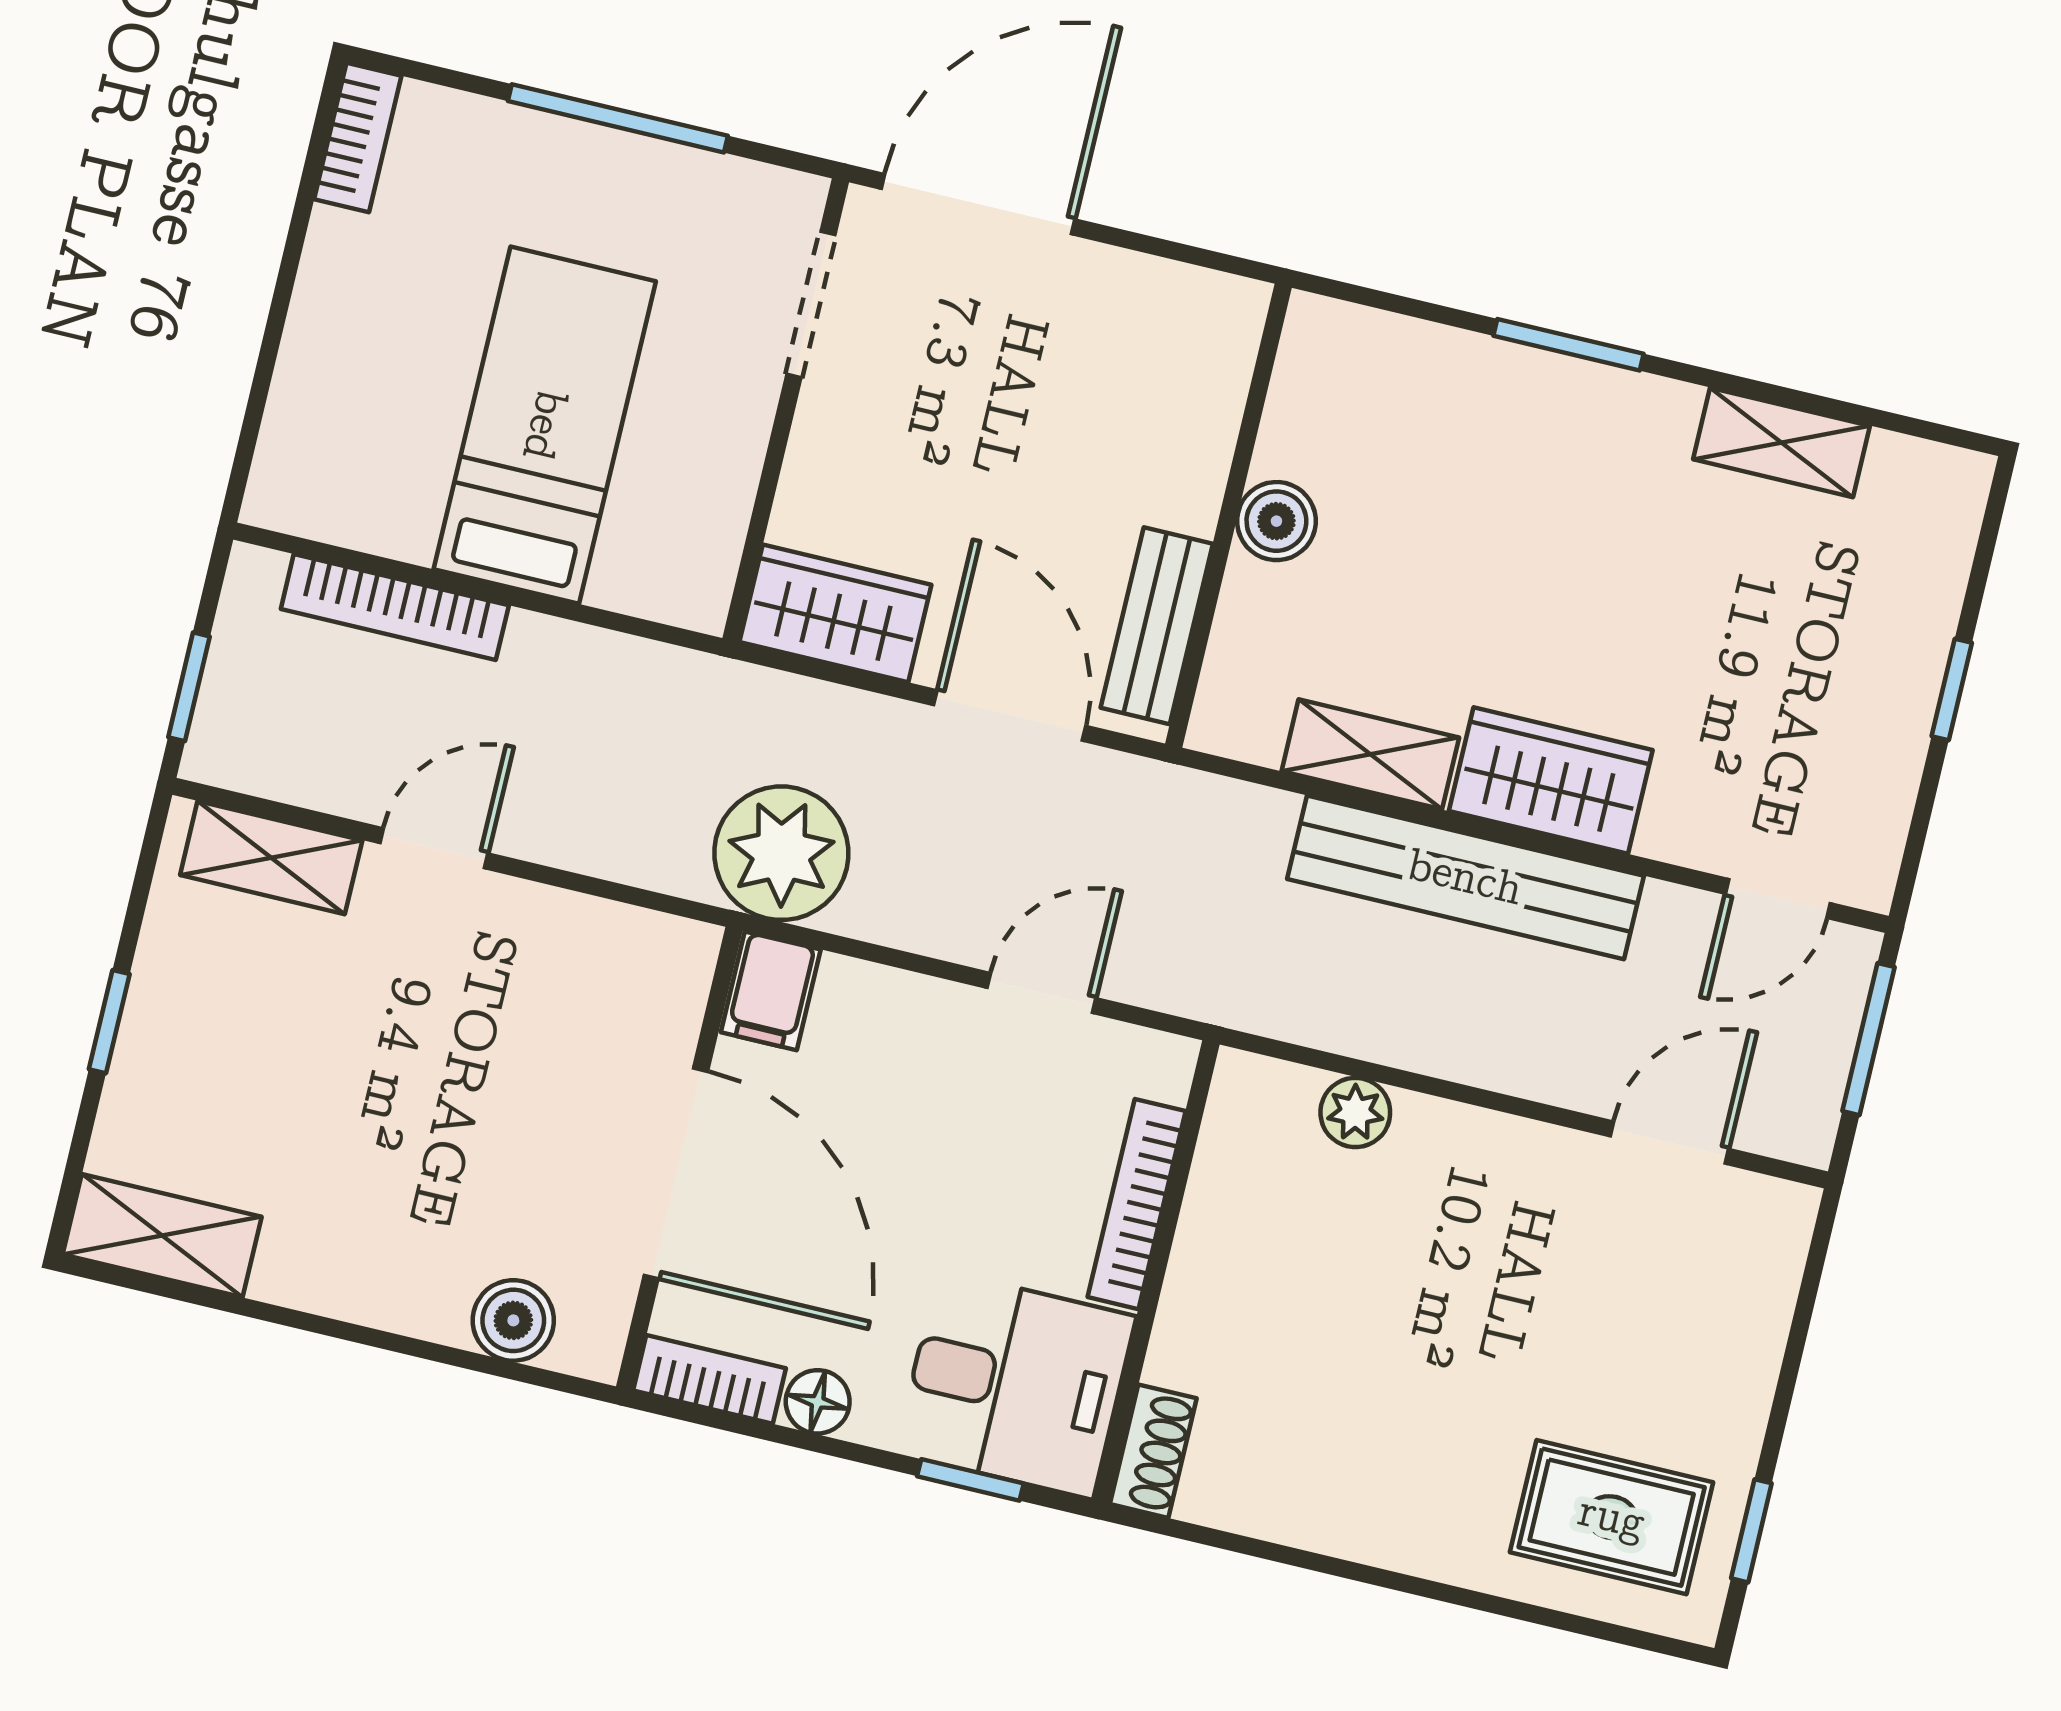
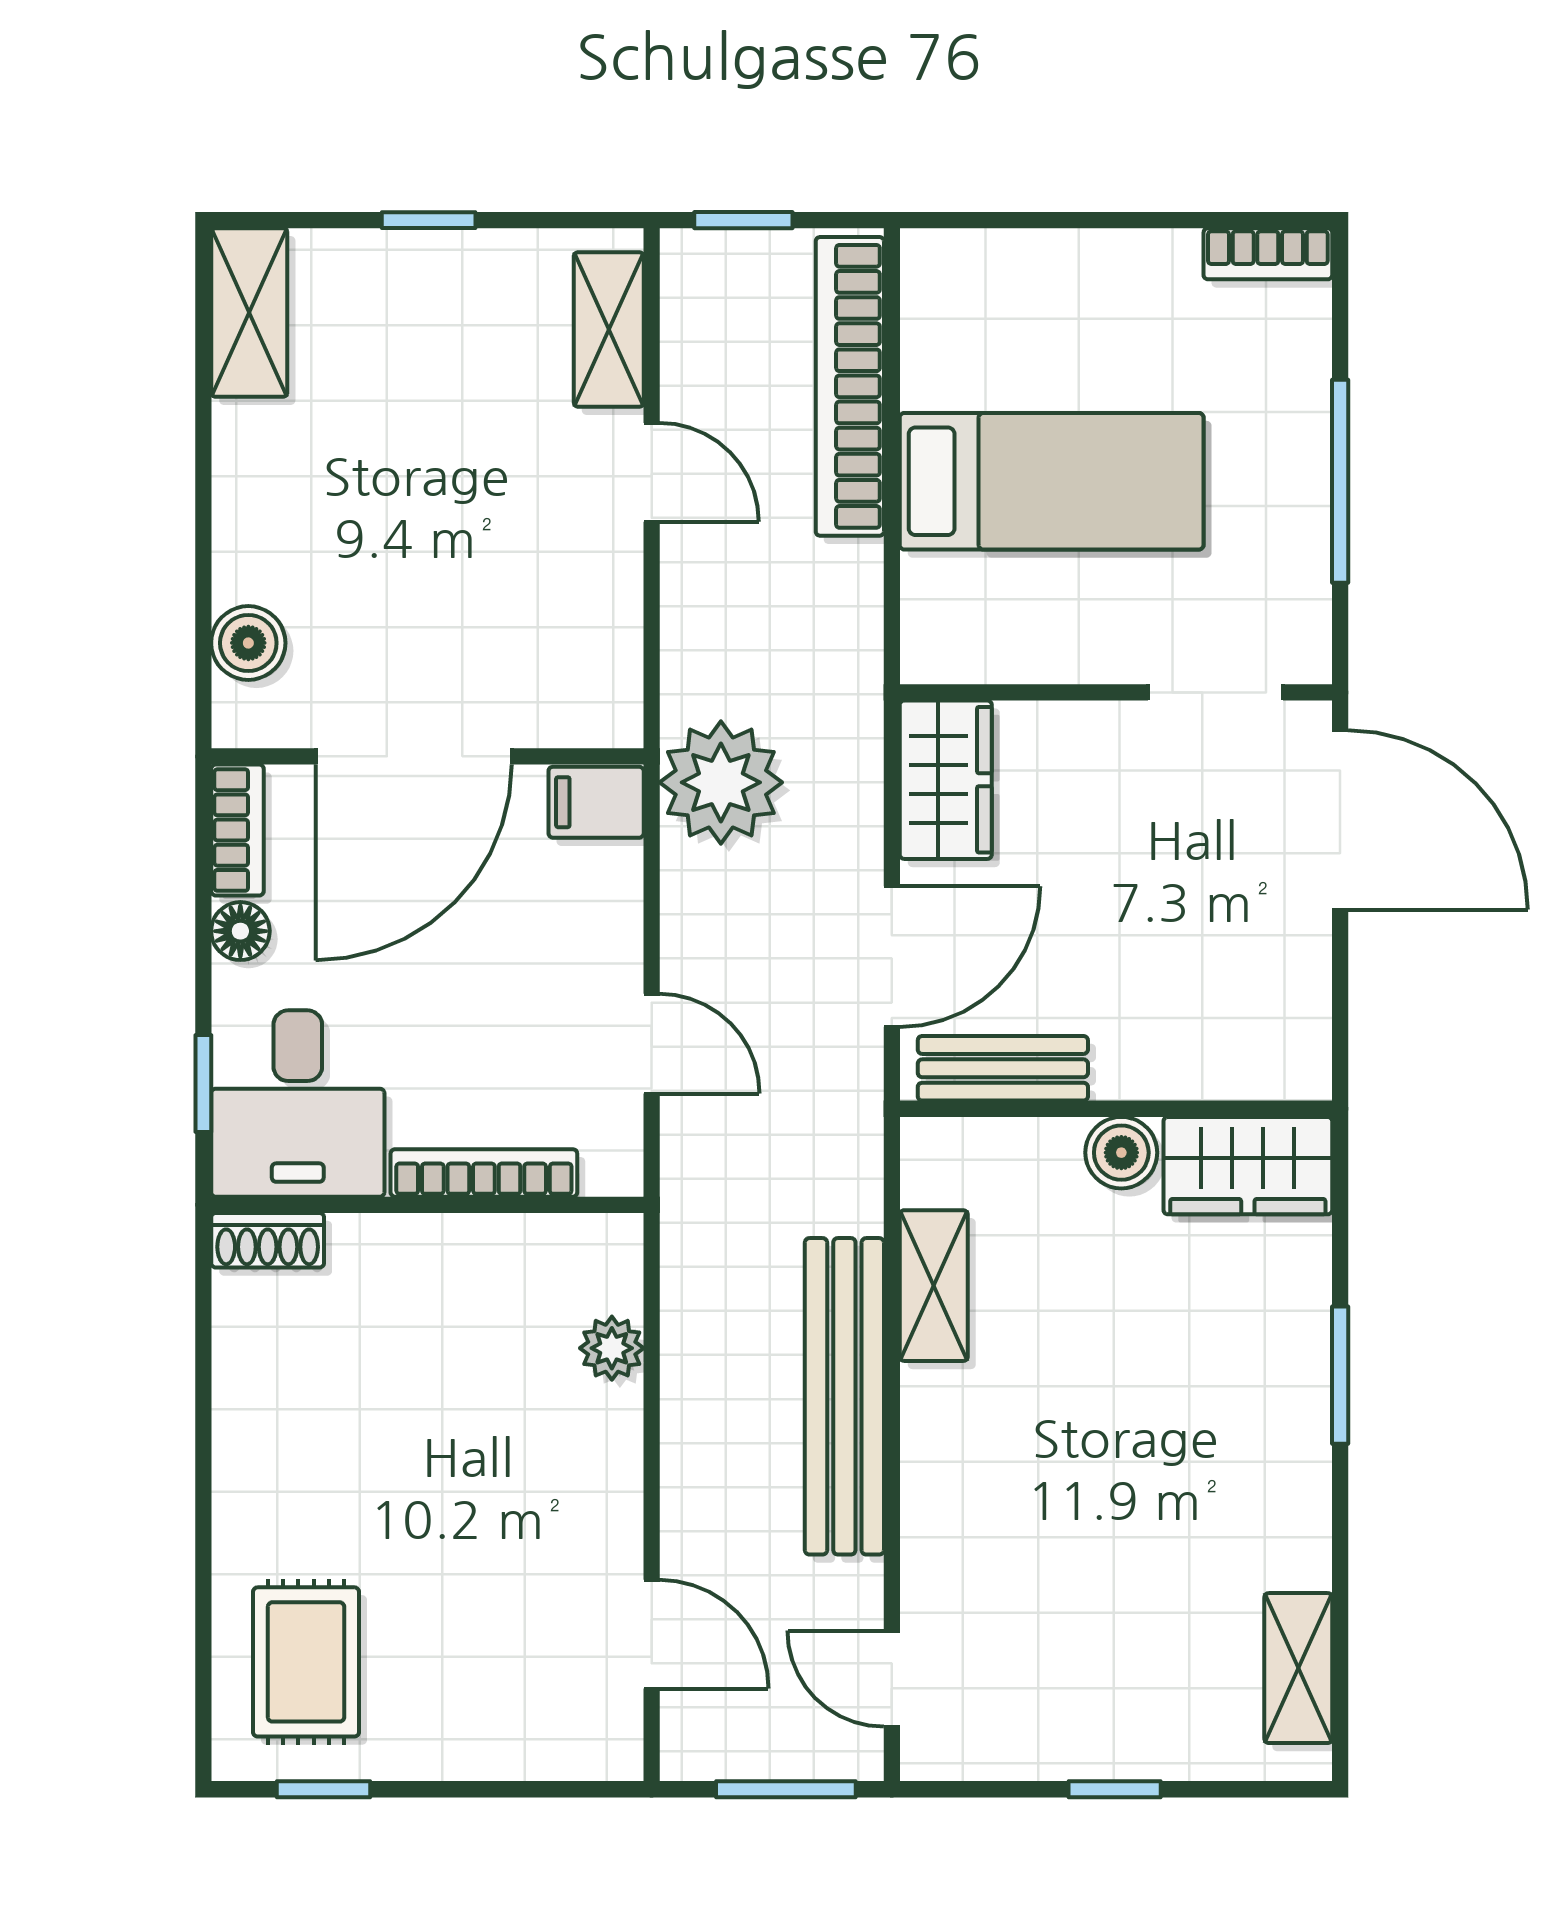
shelving: (1781, 443) -> (1298, 1668), moved
bookcase: (395, 607) -> (850, 386), width x1.48, depth x1.31
wardrobe: (1551, 780) -> (1248, 1166), moved, turned 90

